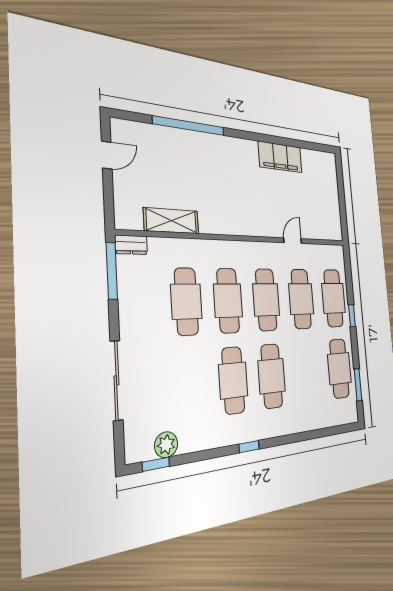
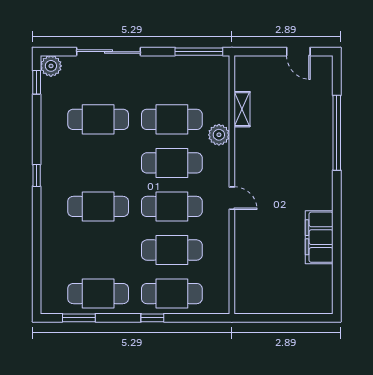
shelving: (171, 221) -> (242, 109), width x0.67, depth x0.75
door: (293, 241) -> (232, 198), moved
dresser: (131, 245) -> (221, 70), removed
plant: (198, 250) -> (219, 135), added
cafe table: (233, 380) -> (98, 119), moved
plant: (166, 445) -> (51, 66), moved

